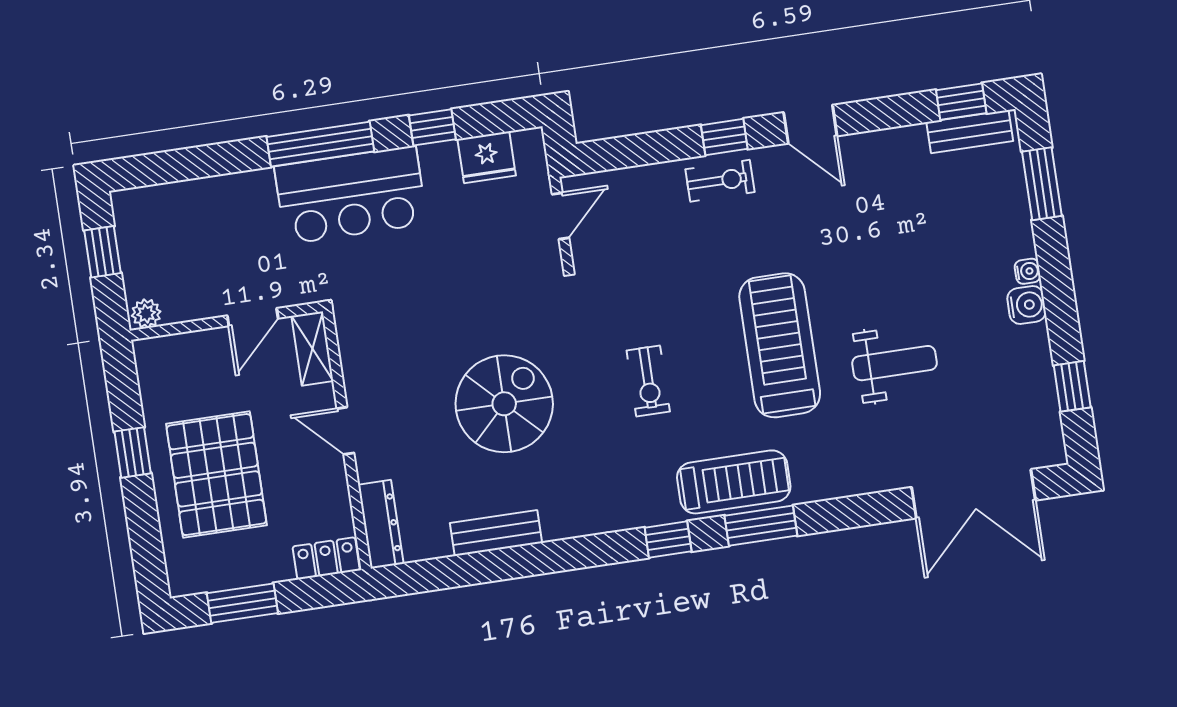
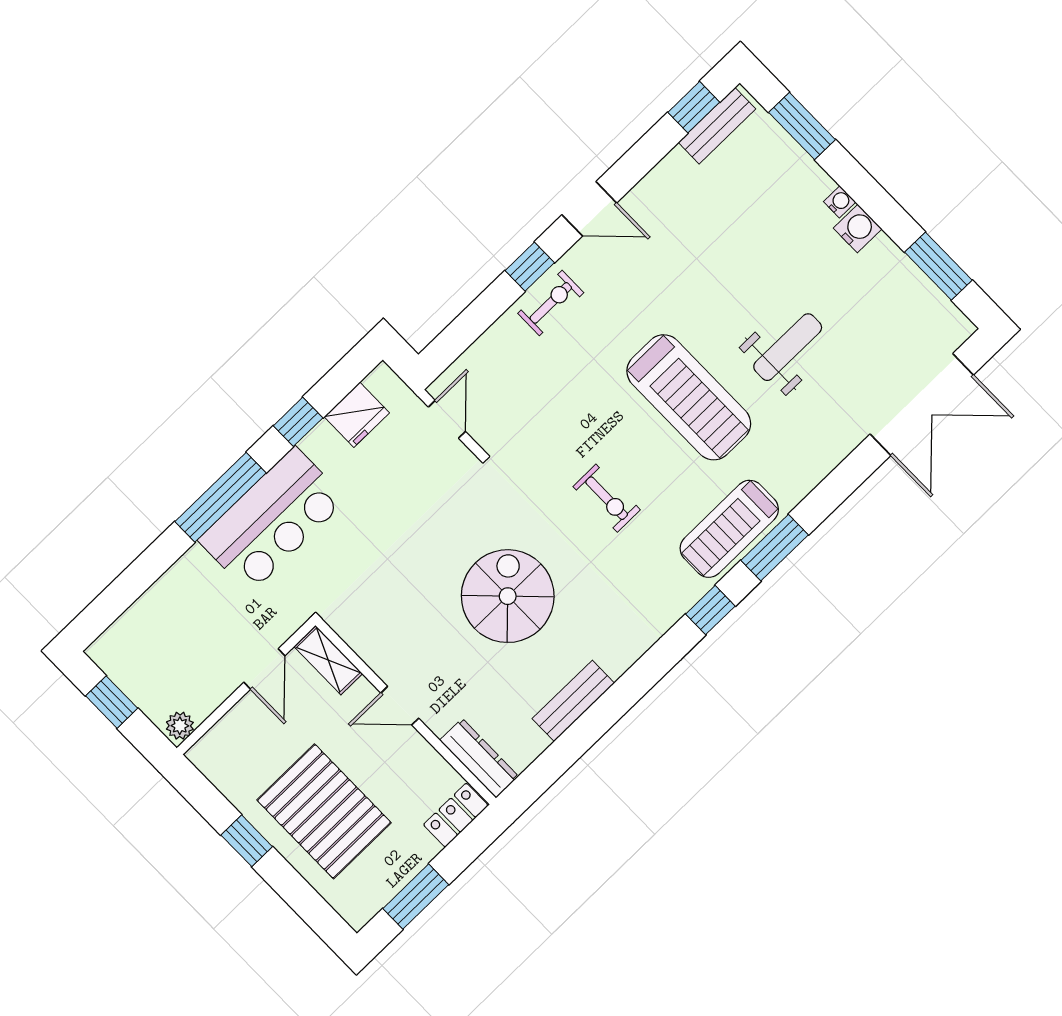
treadmill: (780, 345) -> (689, 397), turned 180
window: (1072, 386) -> (938, 266), width x1.50
treadmill: (734, 482) -> (729, 529), turned 180

